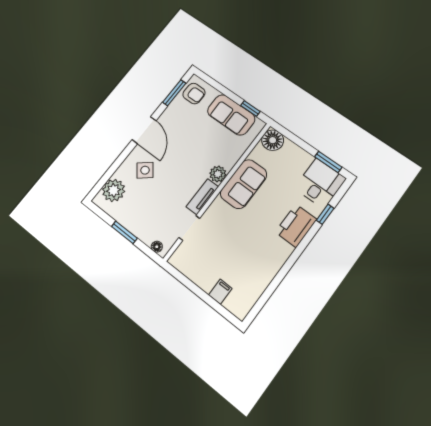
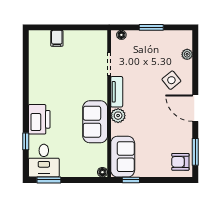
sofa: (231, 115) -> (123, 157), moved, turned 90
floor lamp: (273, 140) -> (102, 172), width x0.53, depth x0.53
plant: (114, 190) -> (187, 54), width x0.53, depth x0.53

